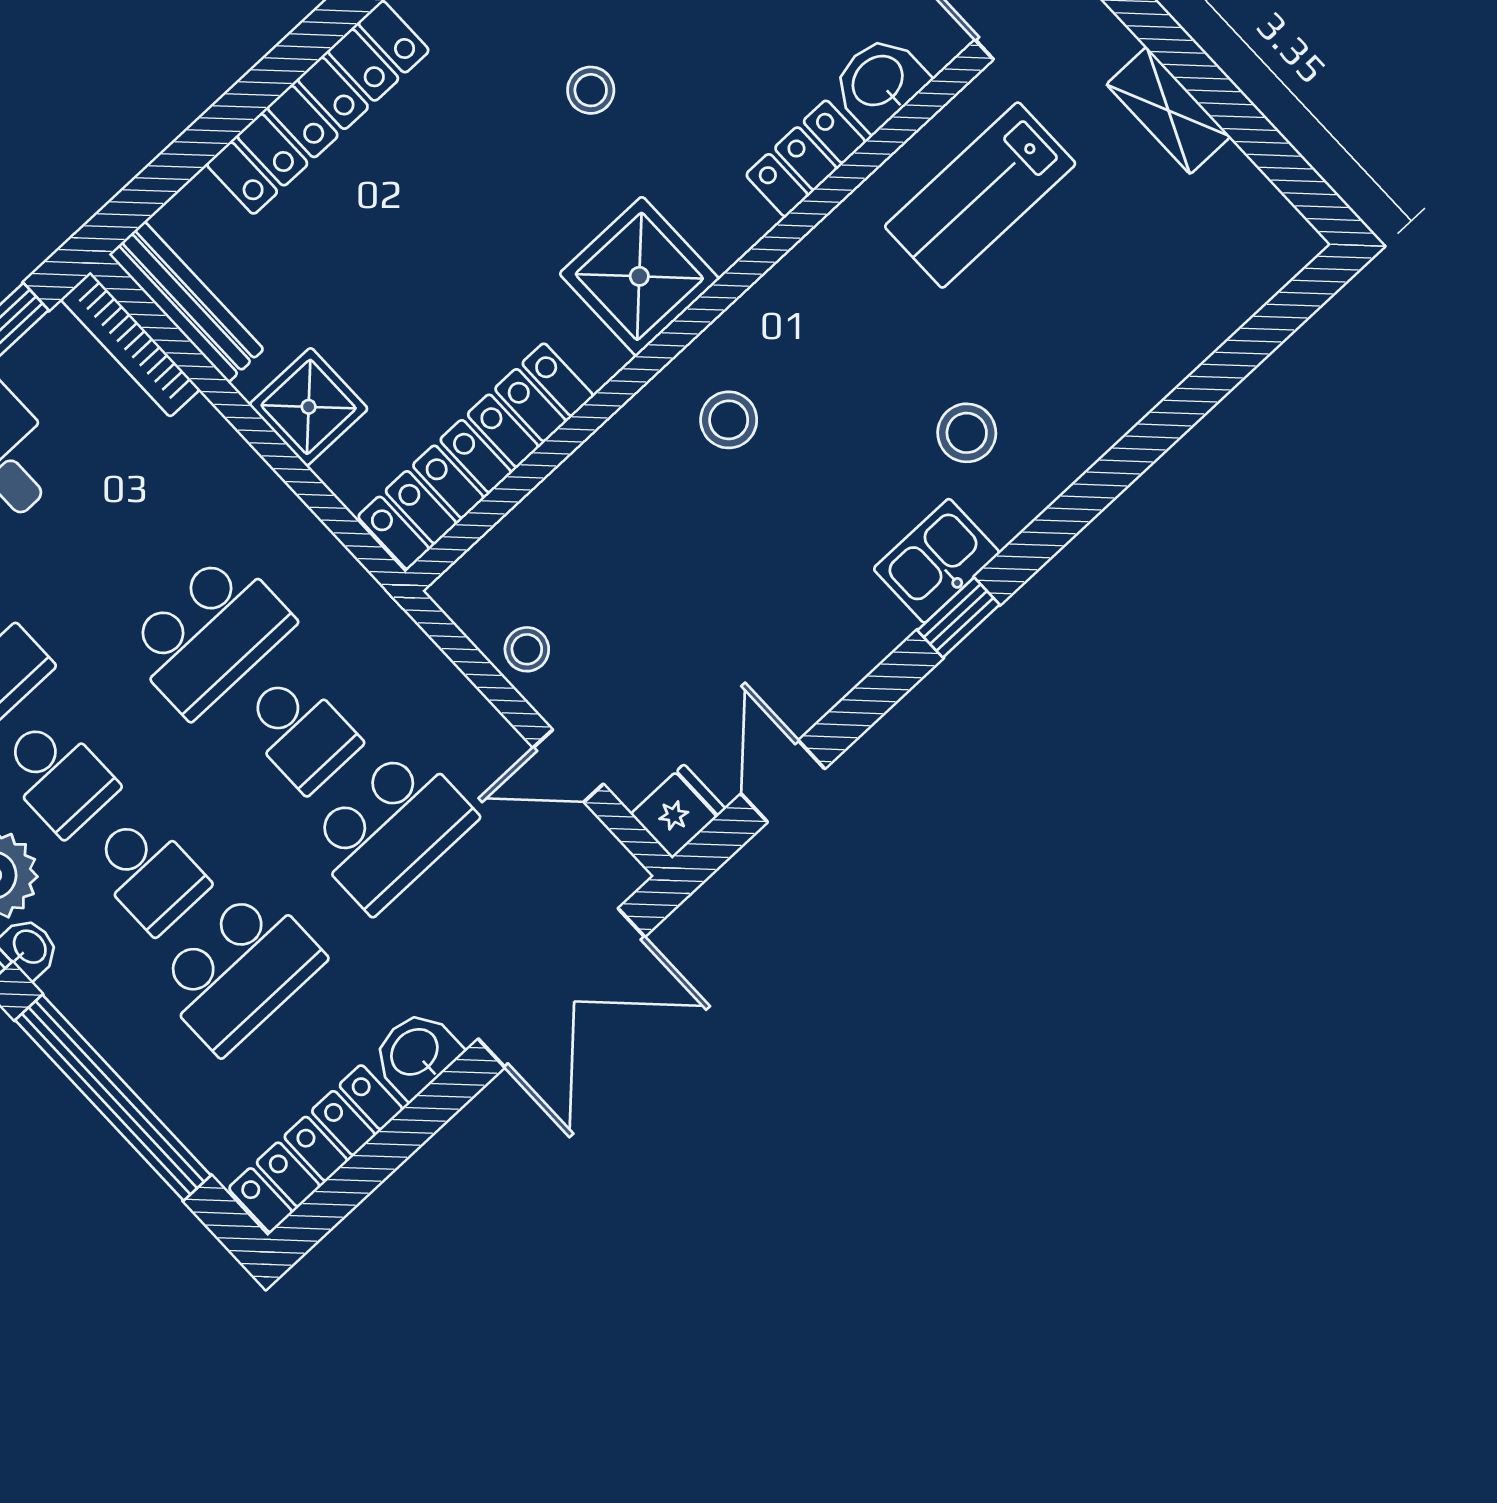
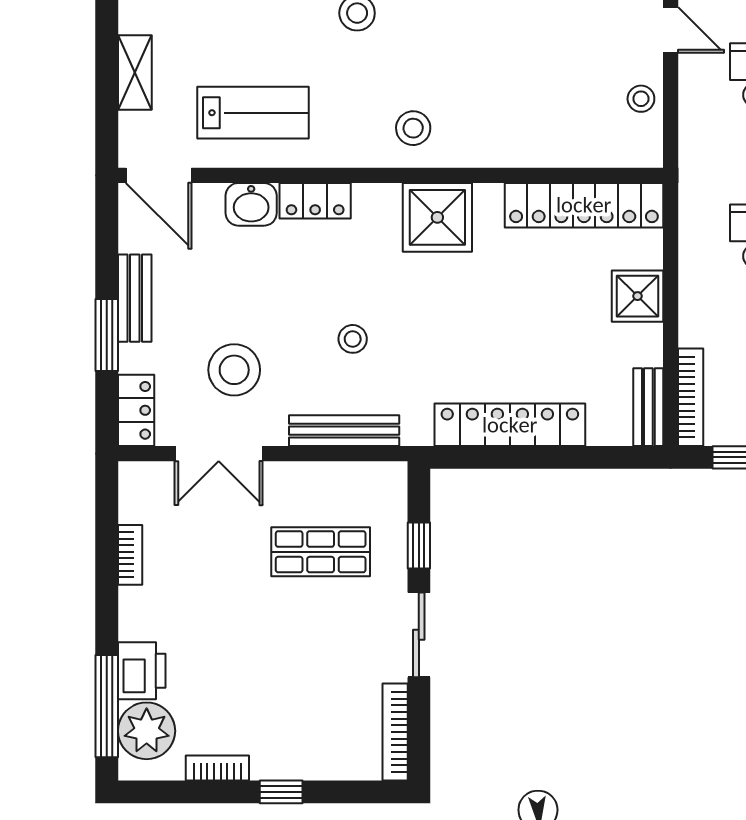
stool: (591, 90) -> (353, 339), moved
bench: (186, 302) -> (648, 407), width x0.73
stool: (729, 420) -> (413, 128), moved

